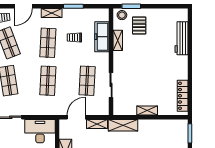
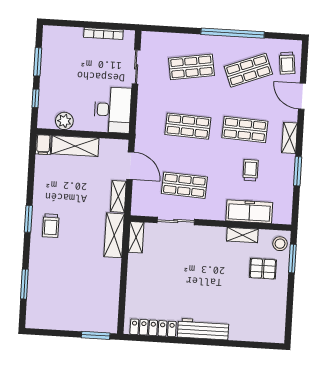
workbench: (181, 38) -> (203, 329), moved
shelving: (147, 111) -> (136, 237), moved

